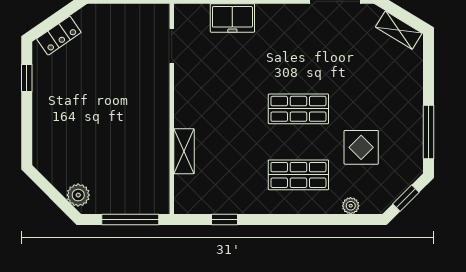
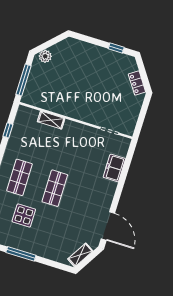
locker: (59, 36) -> (137, 83), moved

